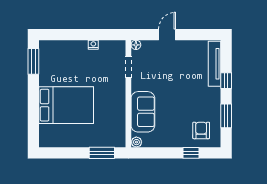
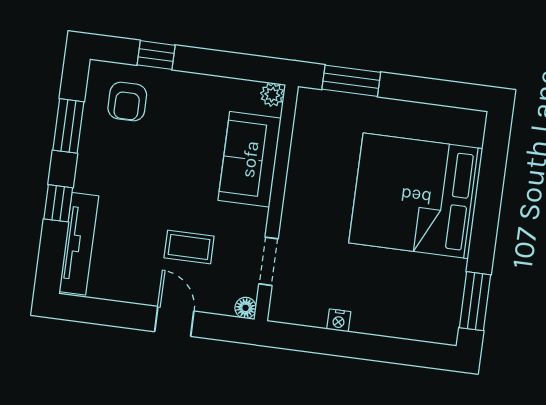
door: (167, 35) -> (174, 321), swing flipped
coffee table: (165, 69) -> (189, 247), added
bed: (66, 105) -> (416, 196), width x1.36

